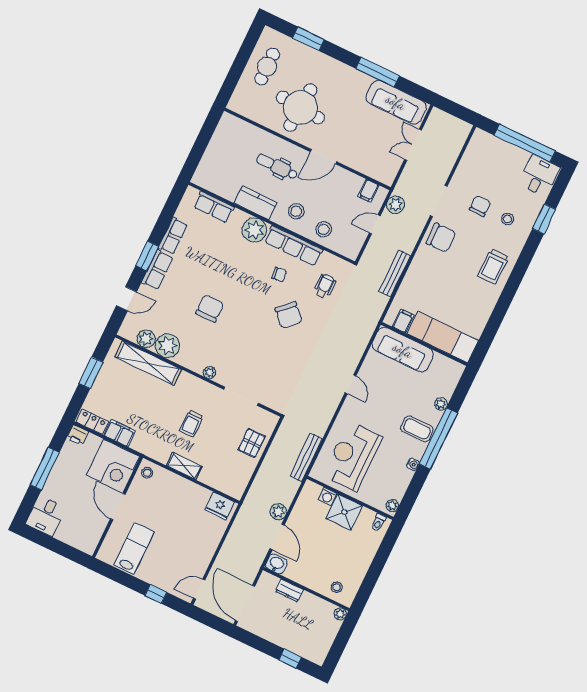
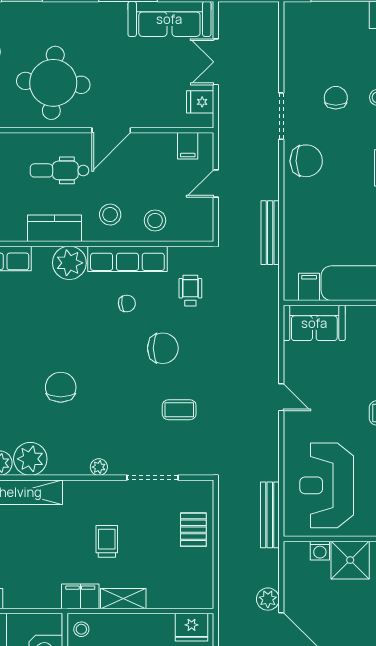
fridge: (390, 166) -> (200, 102), added
plant: (396, 205) -> (230, 147), removed
chair: (289, 315) -> (163, 348), turned -46
sofa: (403, 350) -> (314, 323), width x0.73
coffee table: (280, 360) -> (179, 410), added
trolley: (191, 424) -> (107, 541), turned 180
filing cabinet: (119, 433) -> (80, 596), moved

